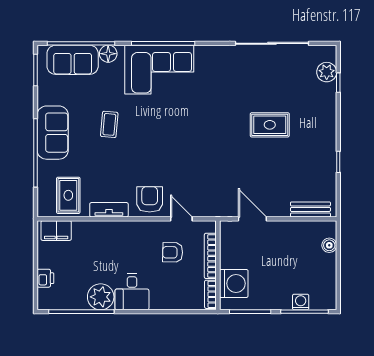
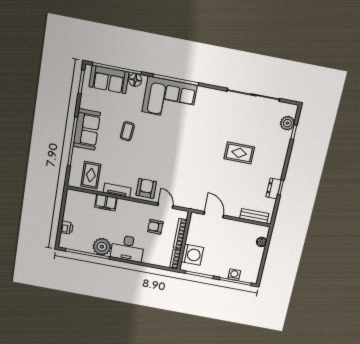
dresser: (329, 165) -> (274, 189), added
filing cabinet: (56, 231) -> (106, 203), moved
desk: (132, 292) -> (128, 248), width x1.37

